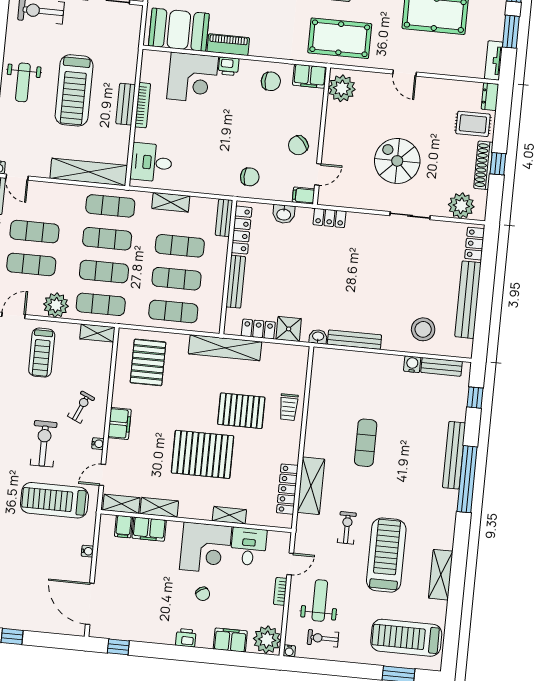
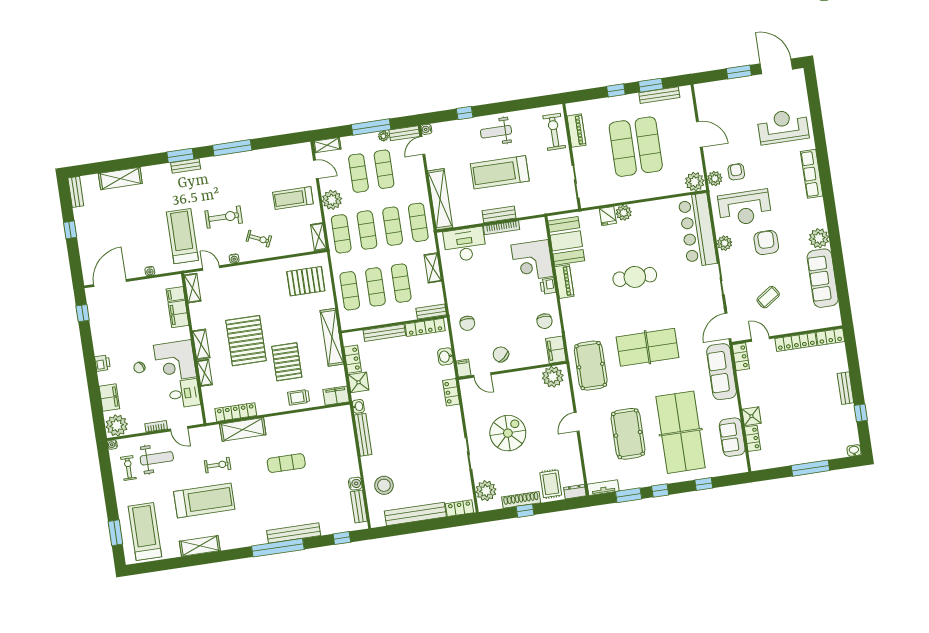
desk: (151, 162) -> (465, 245), width x1.37
filing cabinet: (119, 424) -> (336, 396), moved, turned 180
shelving: (159, 507) -> (201, 344), moved

